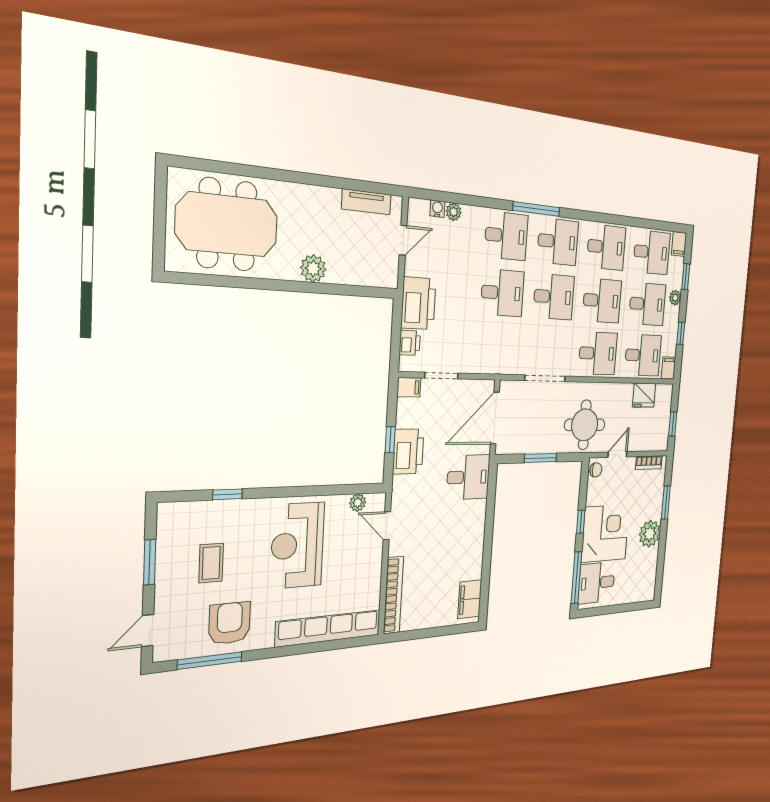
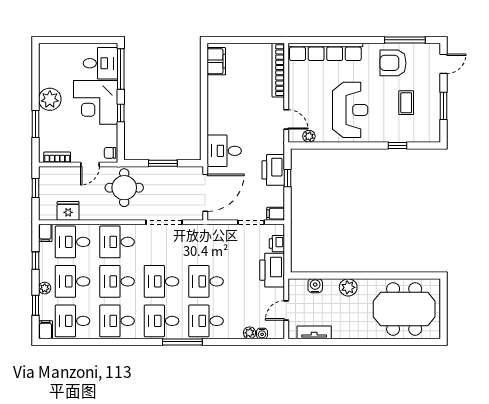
water cooler: (361, 275) -> (315, 286), added
armchair: (230, 623) -> (393, 63), turned 90

